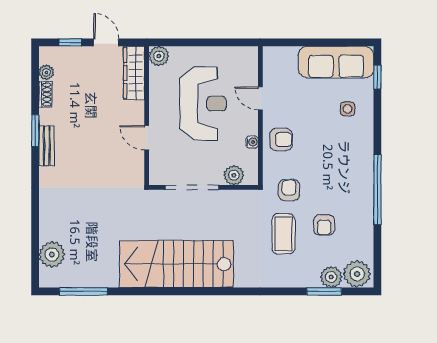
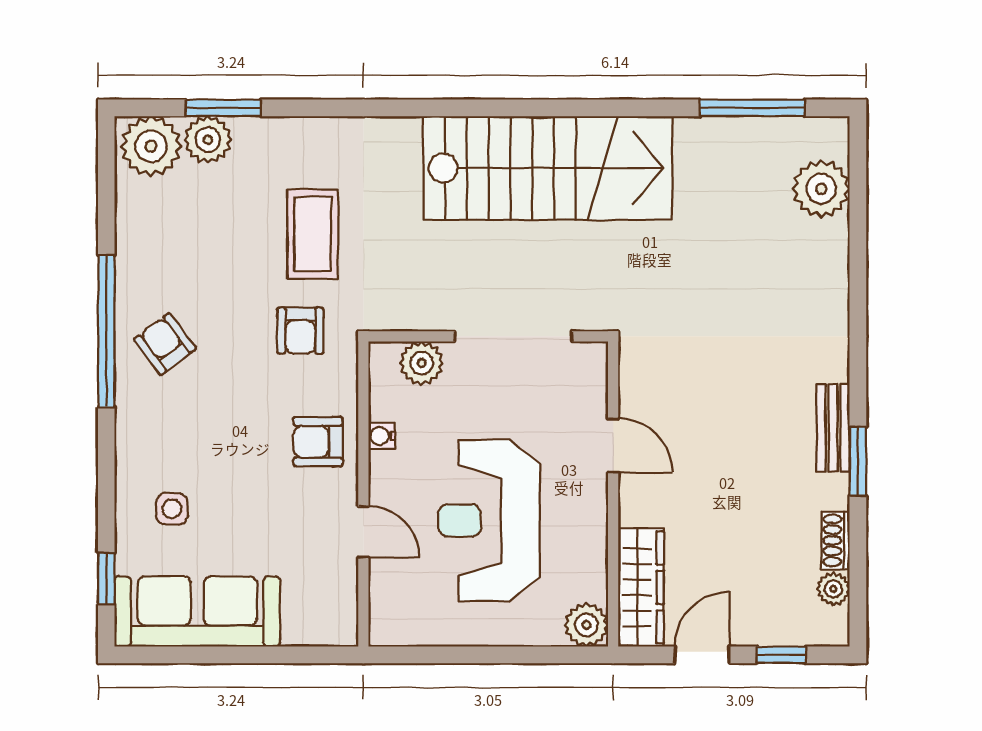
door: (106, 42) -> (702, 655), swing flipped
armchair: (324, 225) -> (165, 344), moved, turned -37

